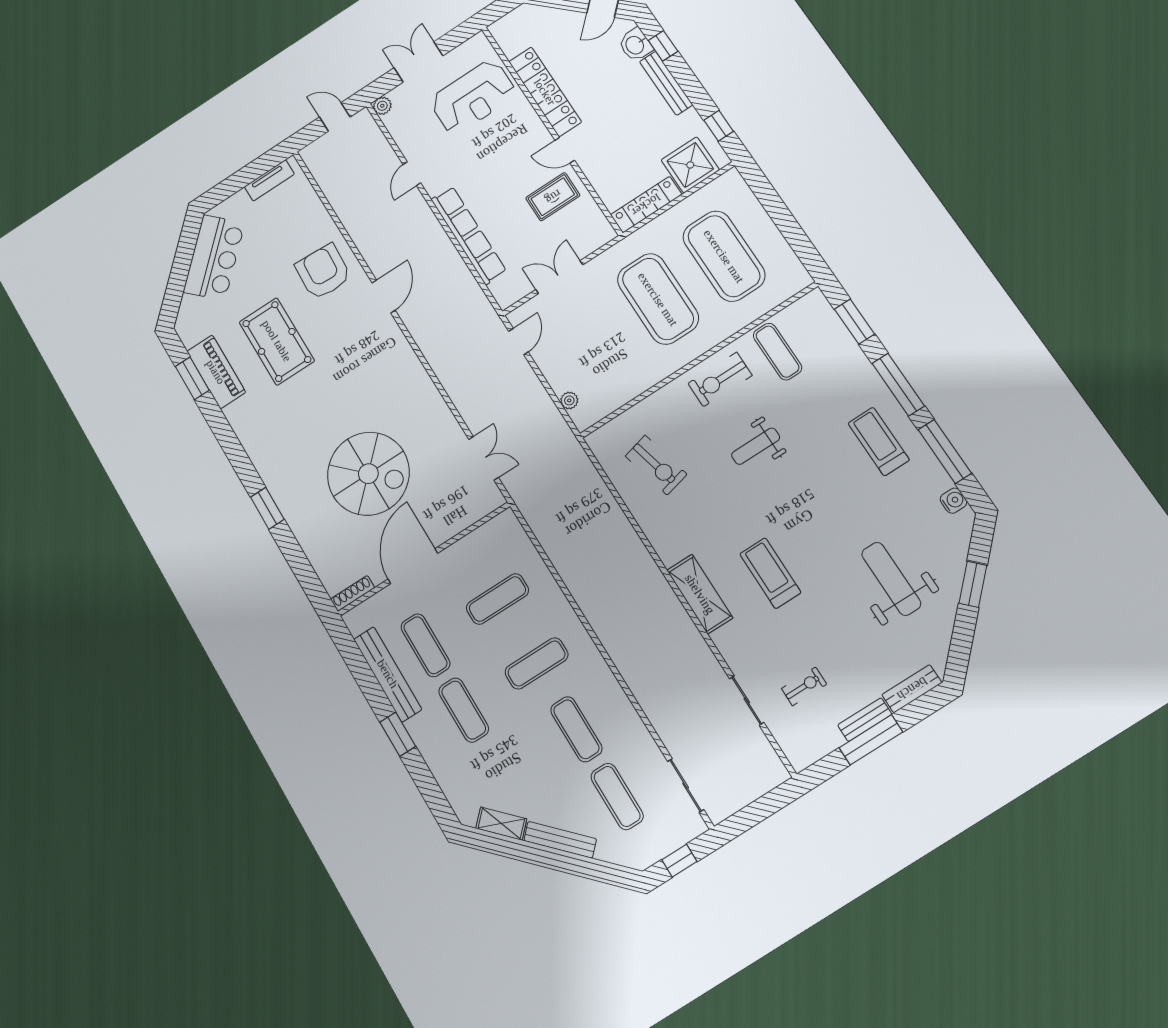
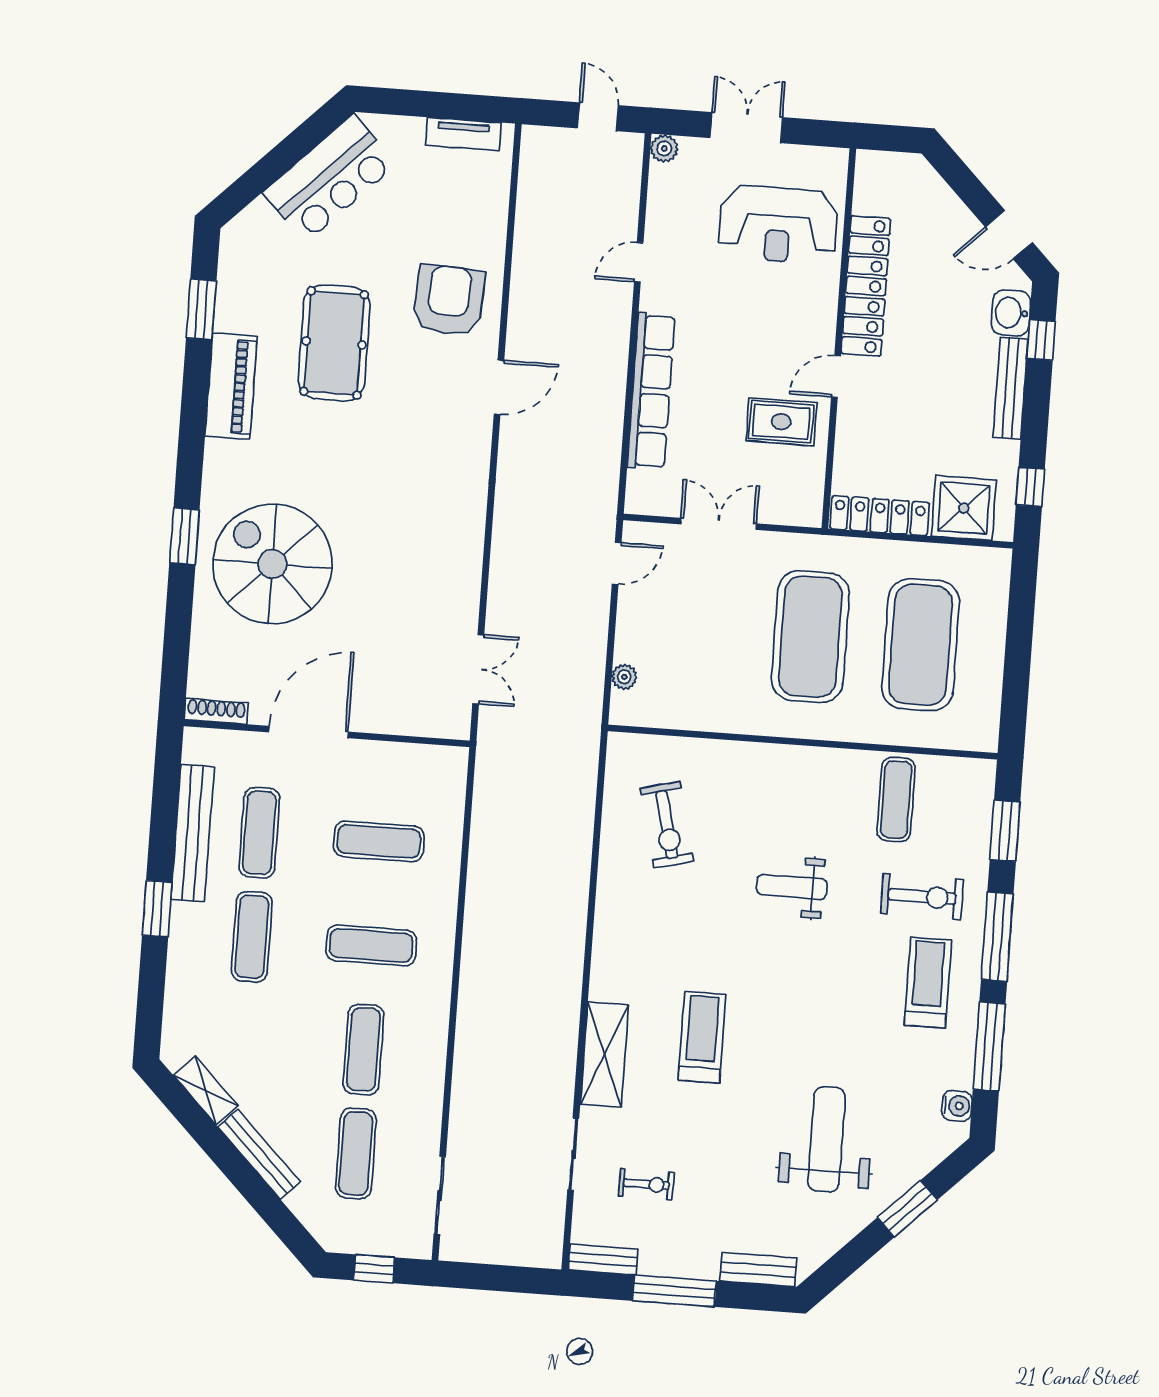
door: (565, 150) -> (836, 376), hinge flipped
piano: (216, 372) -> (231, 386), moved
exercise bike: (720, 379) -> (922, 897), moved, turned 180
spiral stairs: (368, 474) -> (272, 564), moved, turned 180
shelving: (700, 594) -> (604, 1055), moved
bench: (865, 720) -> (603, 1259), moved

